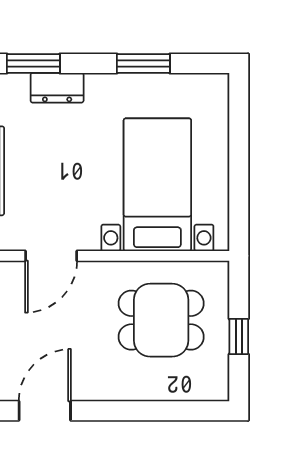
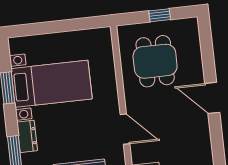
bed with nightstands: (157, 185) -> (52, 84), moved, turned 180
door: (45, 411) -> (212, 98), moved

